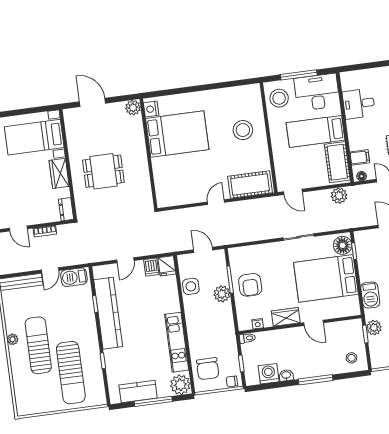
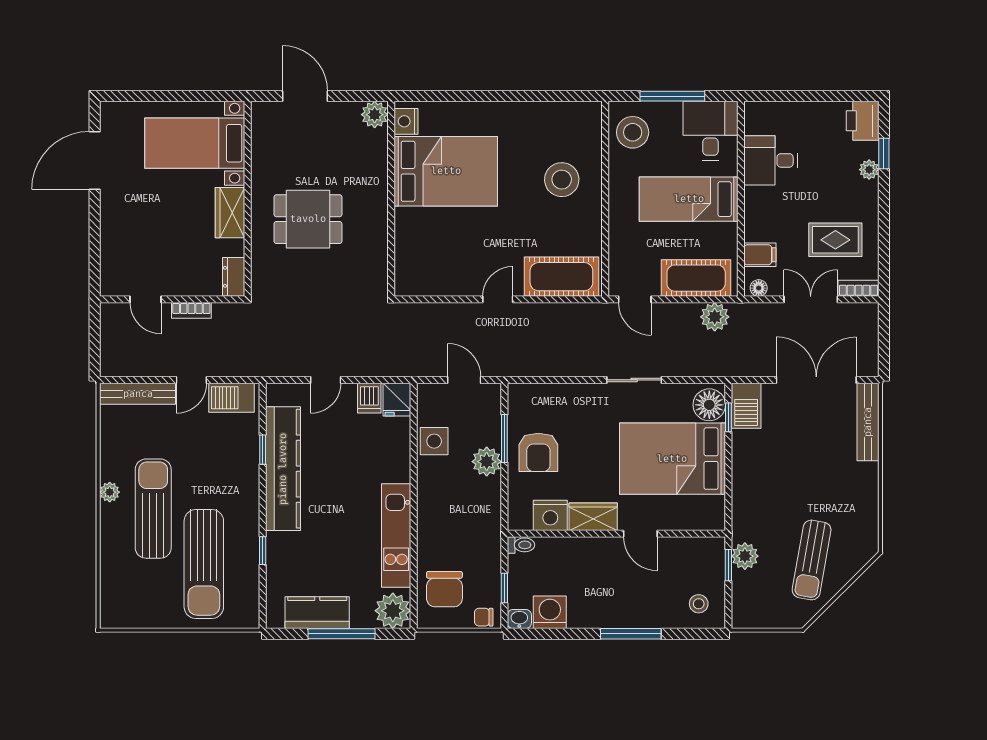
desk: (317, 92) -> (711, 131), width x0.73
cot: (337, 162) -> (696, 278), moved, turned 90
barbecue: (370, 295) -> (746, 406), moved
nightstand: (258, 324) -> (550, 515), width x1.89, depth x1.79
washbasin: (286, 375) -> (519, 619), moved

